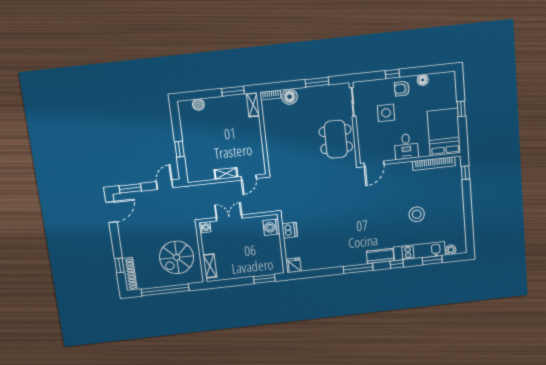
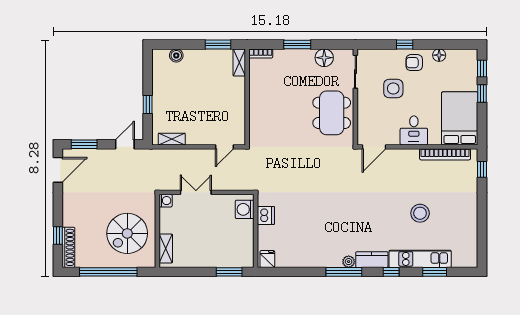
window: (317, 82) -> (297, 45), moved
window: (460, 88) -> (482, 69), added
floor lamp: (290, 97) -> (324, 58), moved
shelving: (226, 174) -> (172, 139), moved
plant: (451, 250) -> (349, 262), moved

